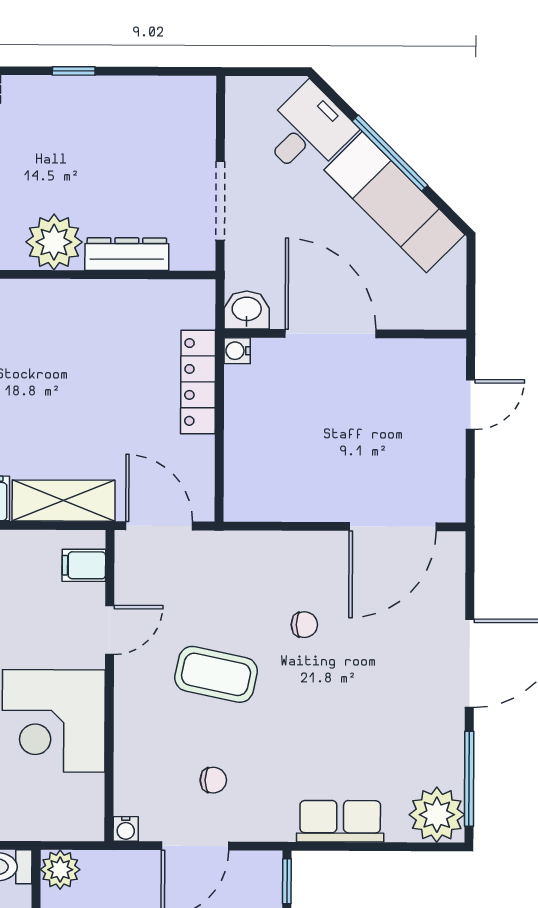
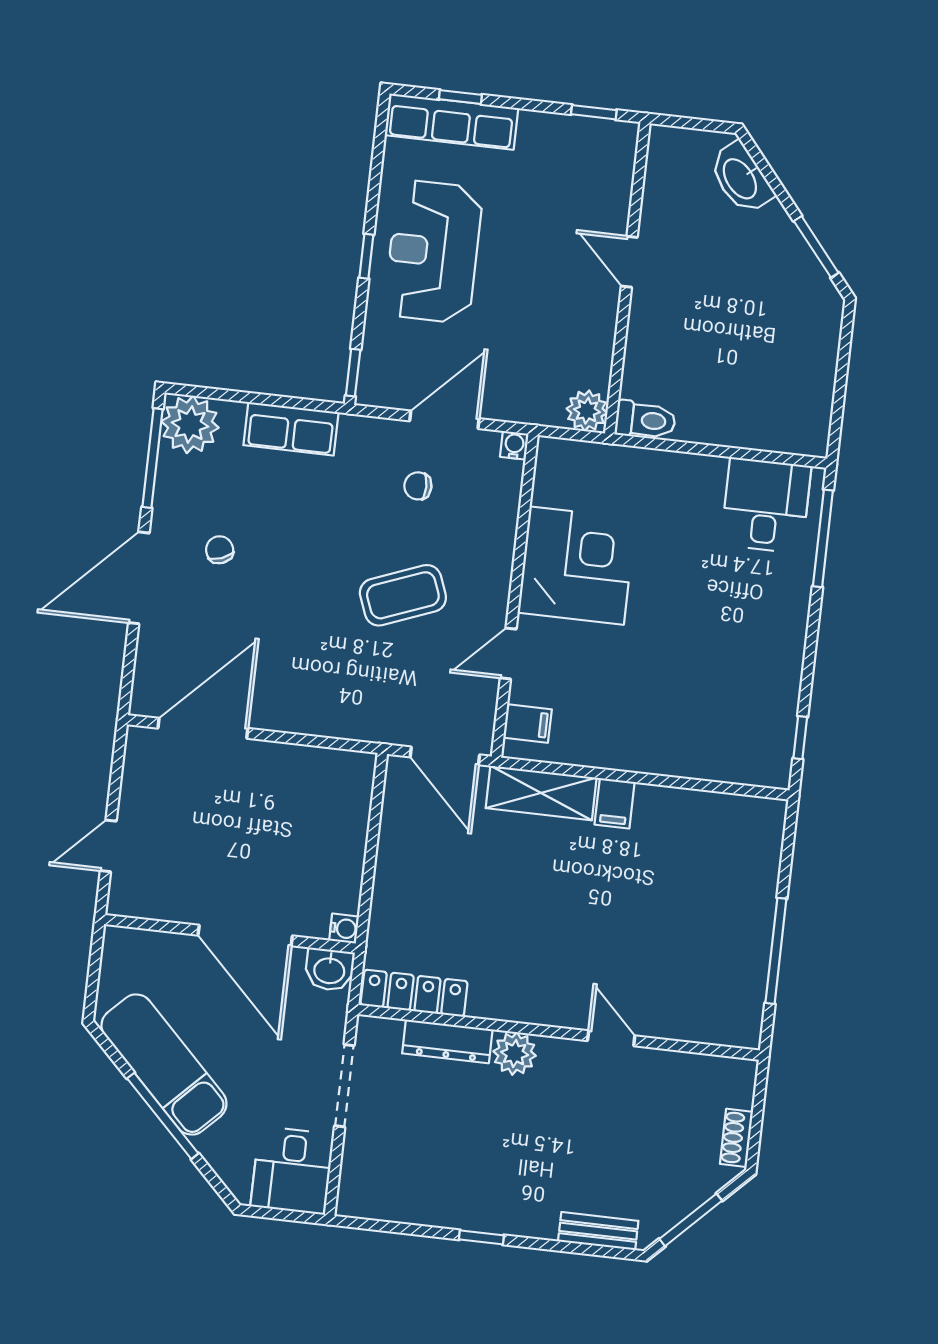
desk: (307, 131) -> (292, 1170), moved, turned -45
plant: (54, 242) -> (515, 1053), width x0.73, depth x0.73
locker: (198, 382) -> (414, 993), moved, turned -90
chair: (304, 625) -> (220, 550), moved, turned 69
coffee table: (216, 674) -> (403, 595), turned -33

